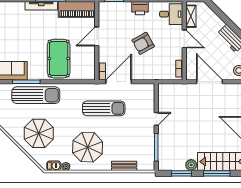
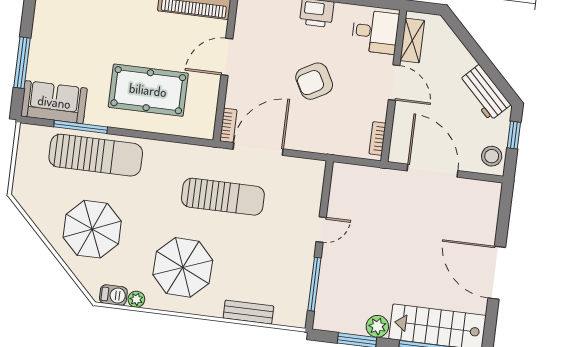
pool table: (59, 59) -> (148, 90), turned 90

